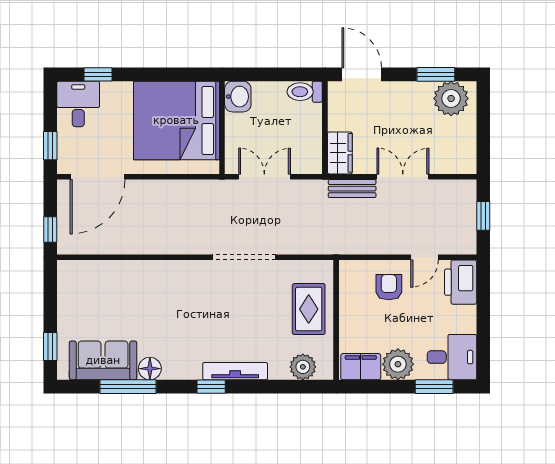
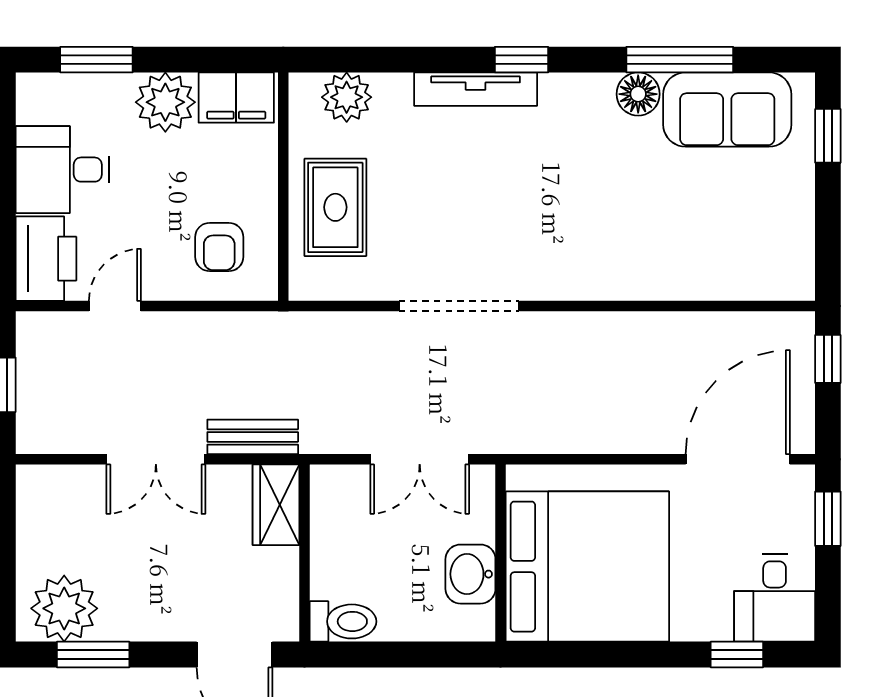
washbasin: (238, 97) -> (470, 574), moved
armchair: (389, 287) -> (219, 247), moved
desk: (452, 357) -> (62, 170), moved

